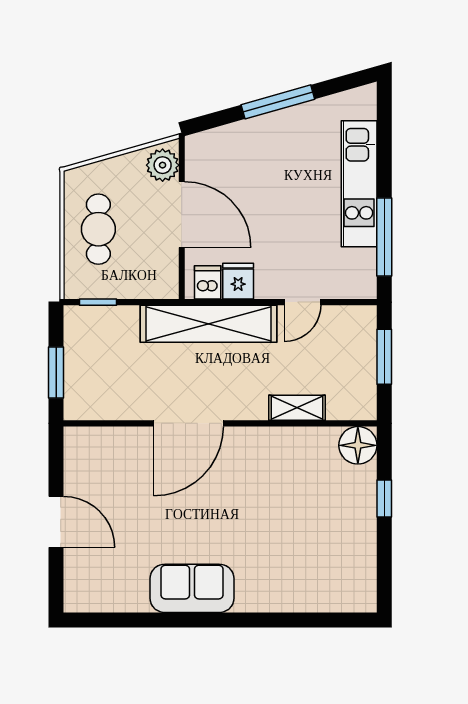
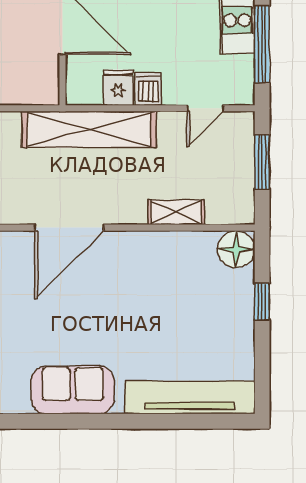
dishwasher: (208, 282) -> (148, 89), moved
door: (303, 302) -> (205, 108), moved
tv unit: (311, 596) -> (190, 397), added

